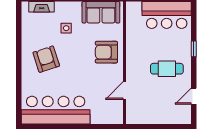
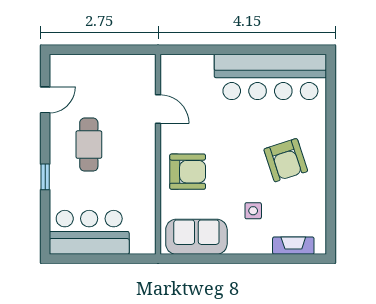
cafe table: (167, 69) -> (89, 145), turned 90
door: (124, 90) -> (158, 109), hinge flipped

